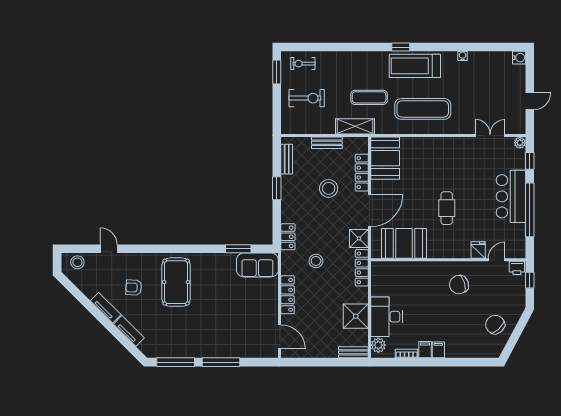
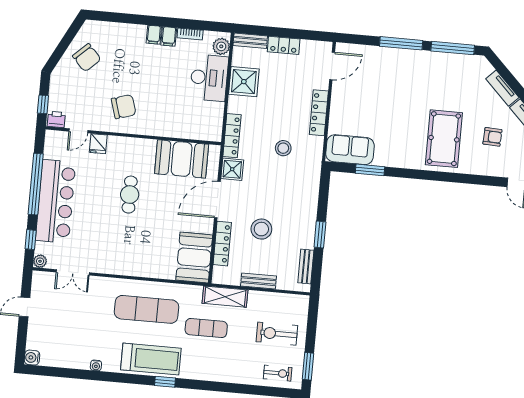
bar counter: (511, 196) -> (56, 201), width x1.36
locker: (288, 237) -> (284, 45), moved, turned -90
door: (280, 337) -> (332, 66), swing flipped

